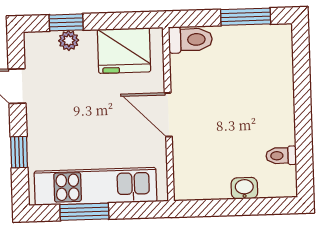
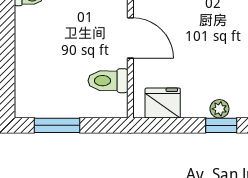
toilet: (190, 40) -> (108, 81), moved
fridge: (124, 51) -> (163, 103), width x0.73, depth x0.75

